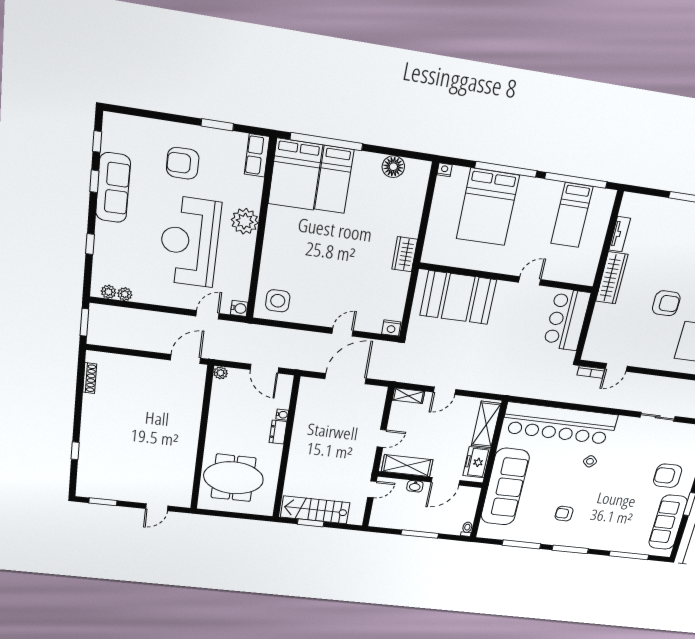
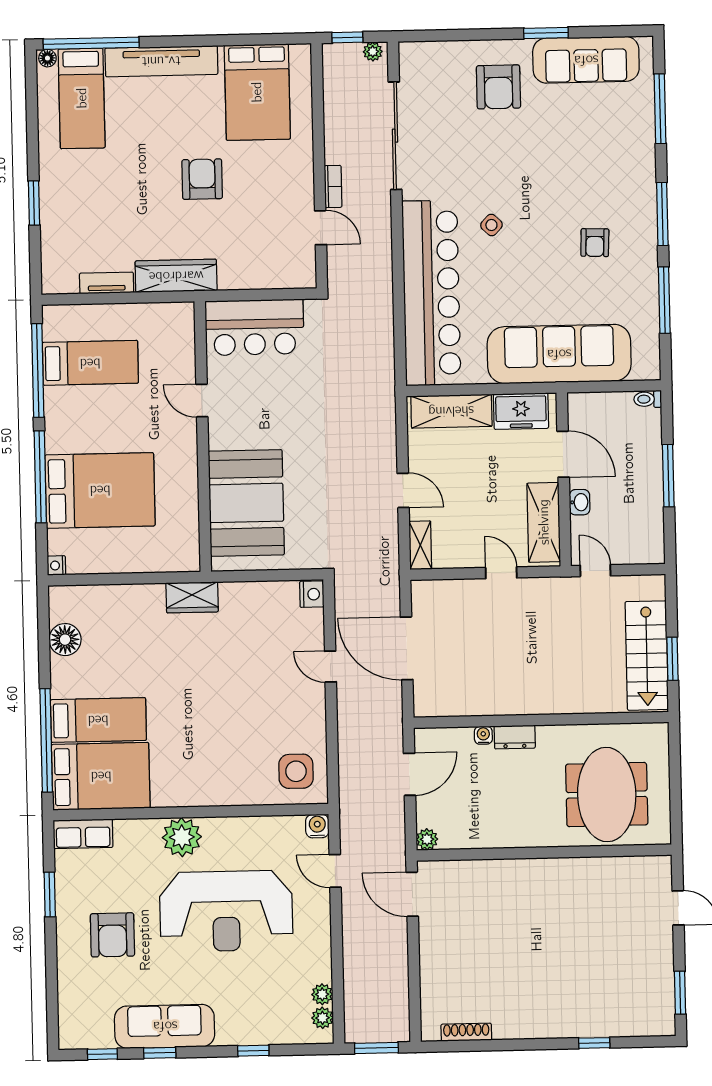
bookcase: (591, 372) -> (333, 186), moved
sliding door: (658, 417) -> (395, 136), width x1.86

